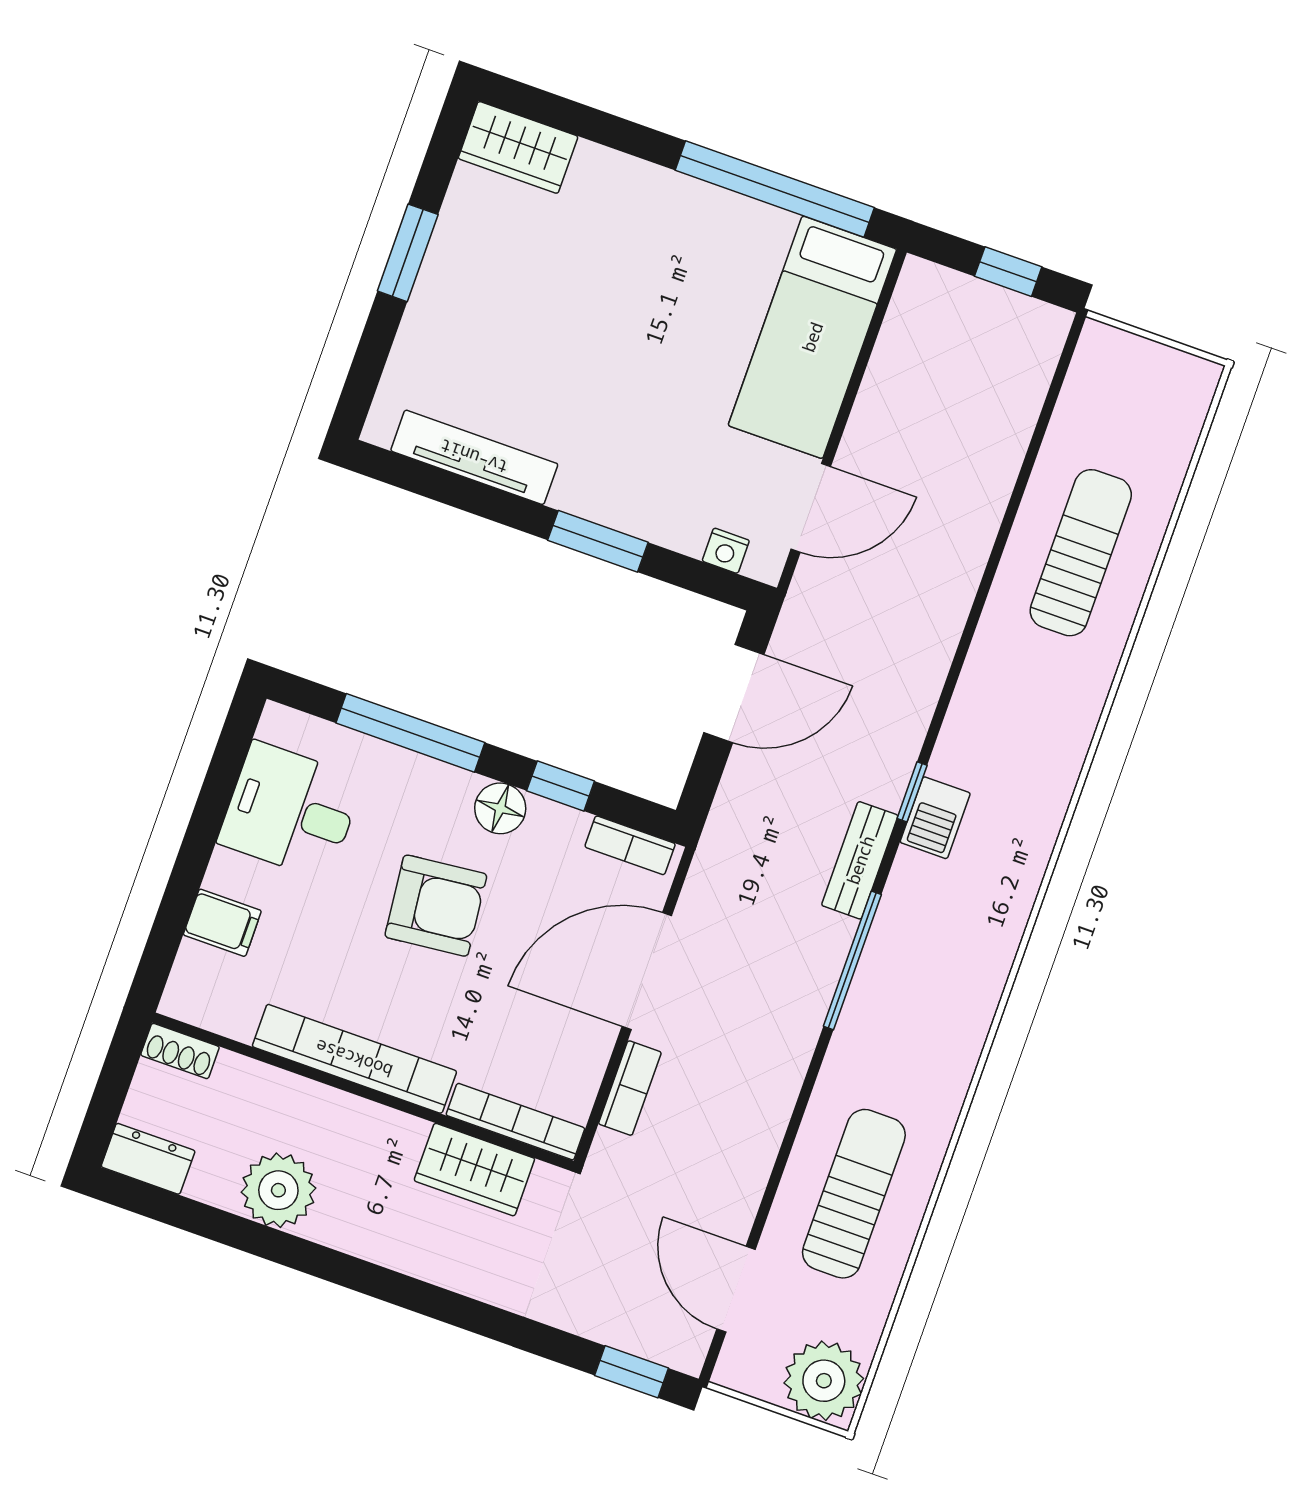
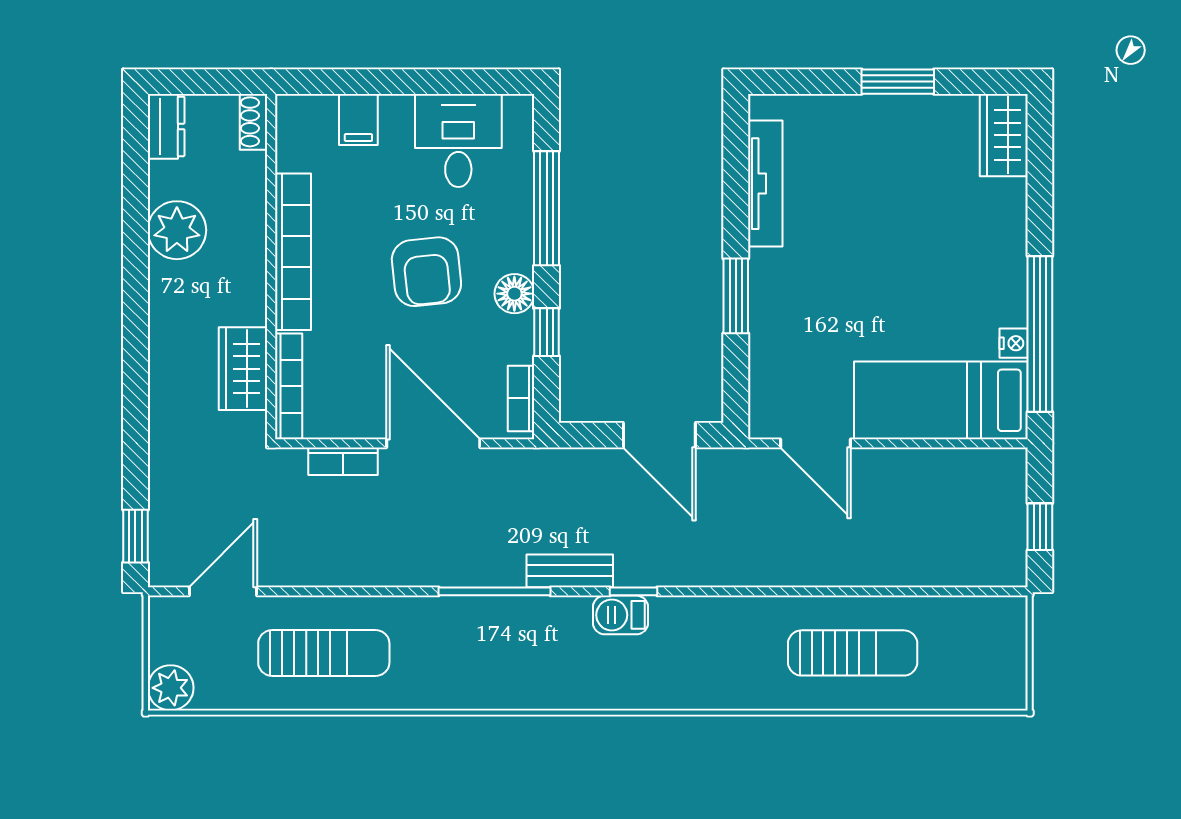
nightstand: (726, 551) -> (1014, 343), moved, turned 180
plant: (824, 1381) -> (171, 688), width x0.73, depth x0.73

